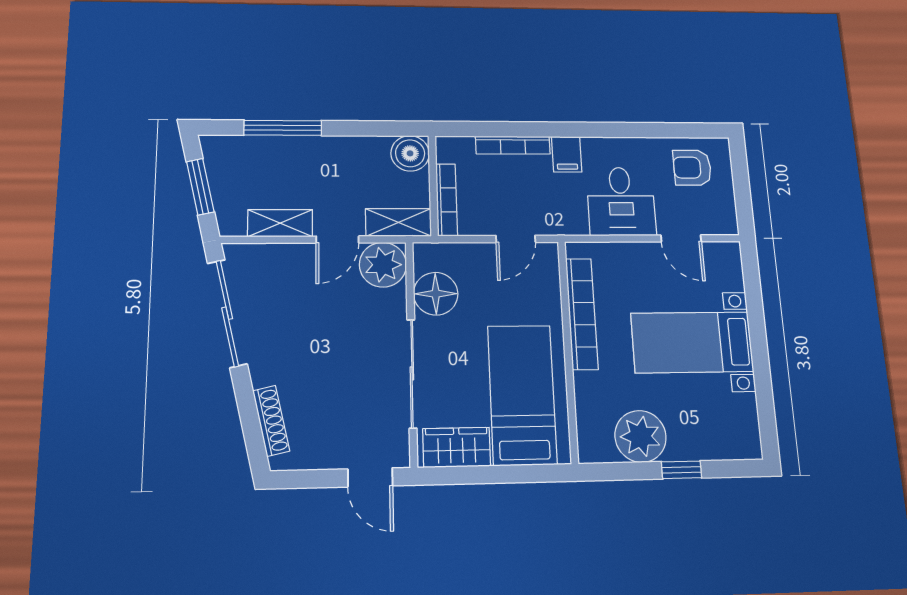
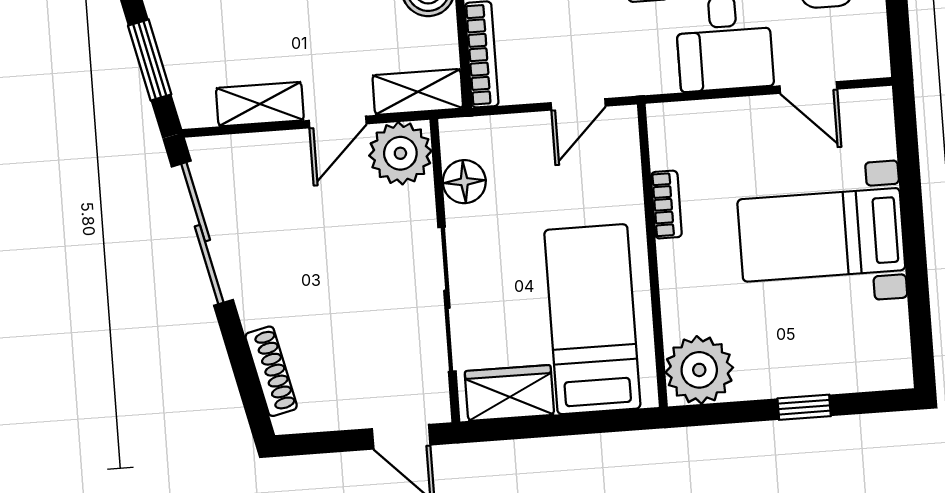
floor lamp: (436, 294) -> (464, 182), width x0.73, depth x0.73
bookcase: (582, 314) -> (666, 205), width x0.43, depth x0.76
plant: (640, 436) -> (699, 370), moved

